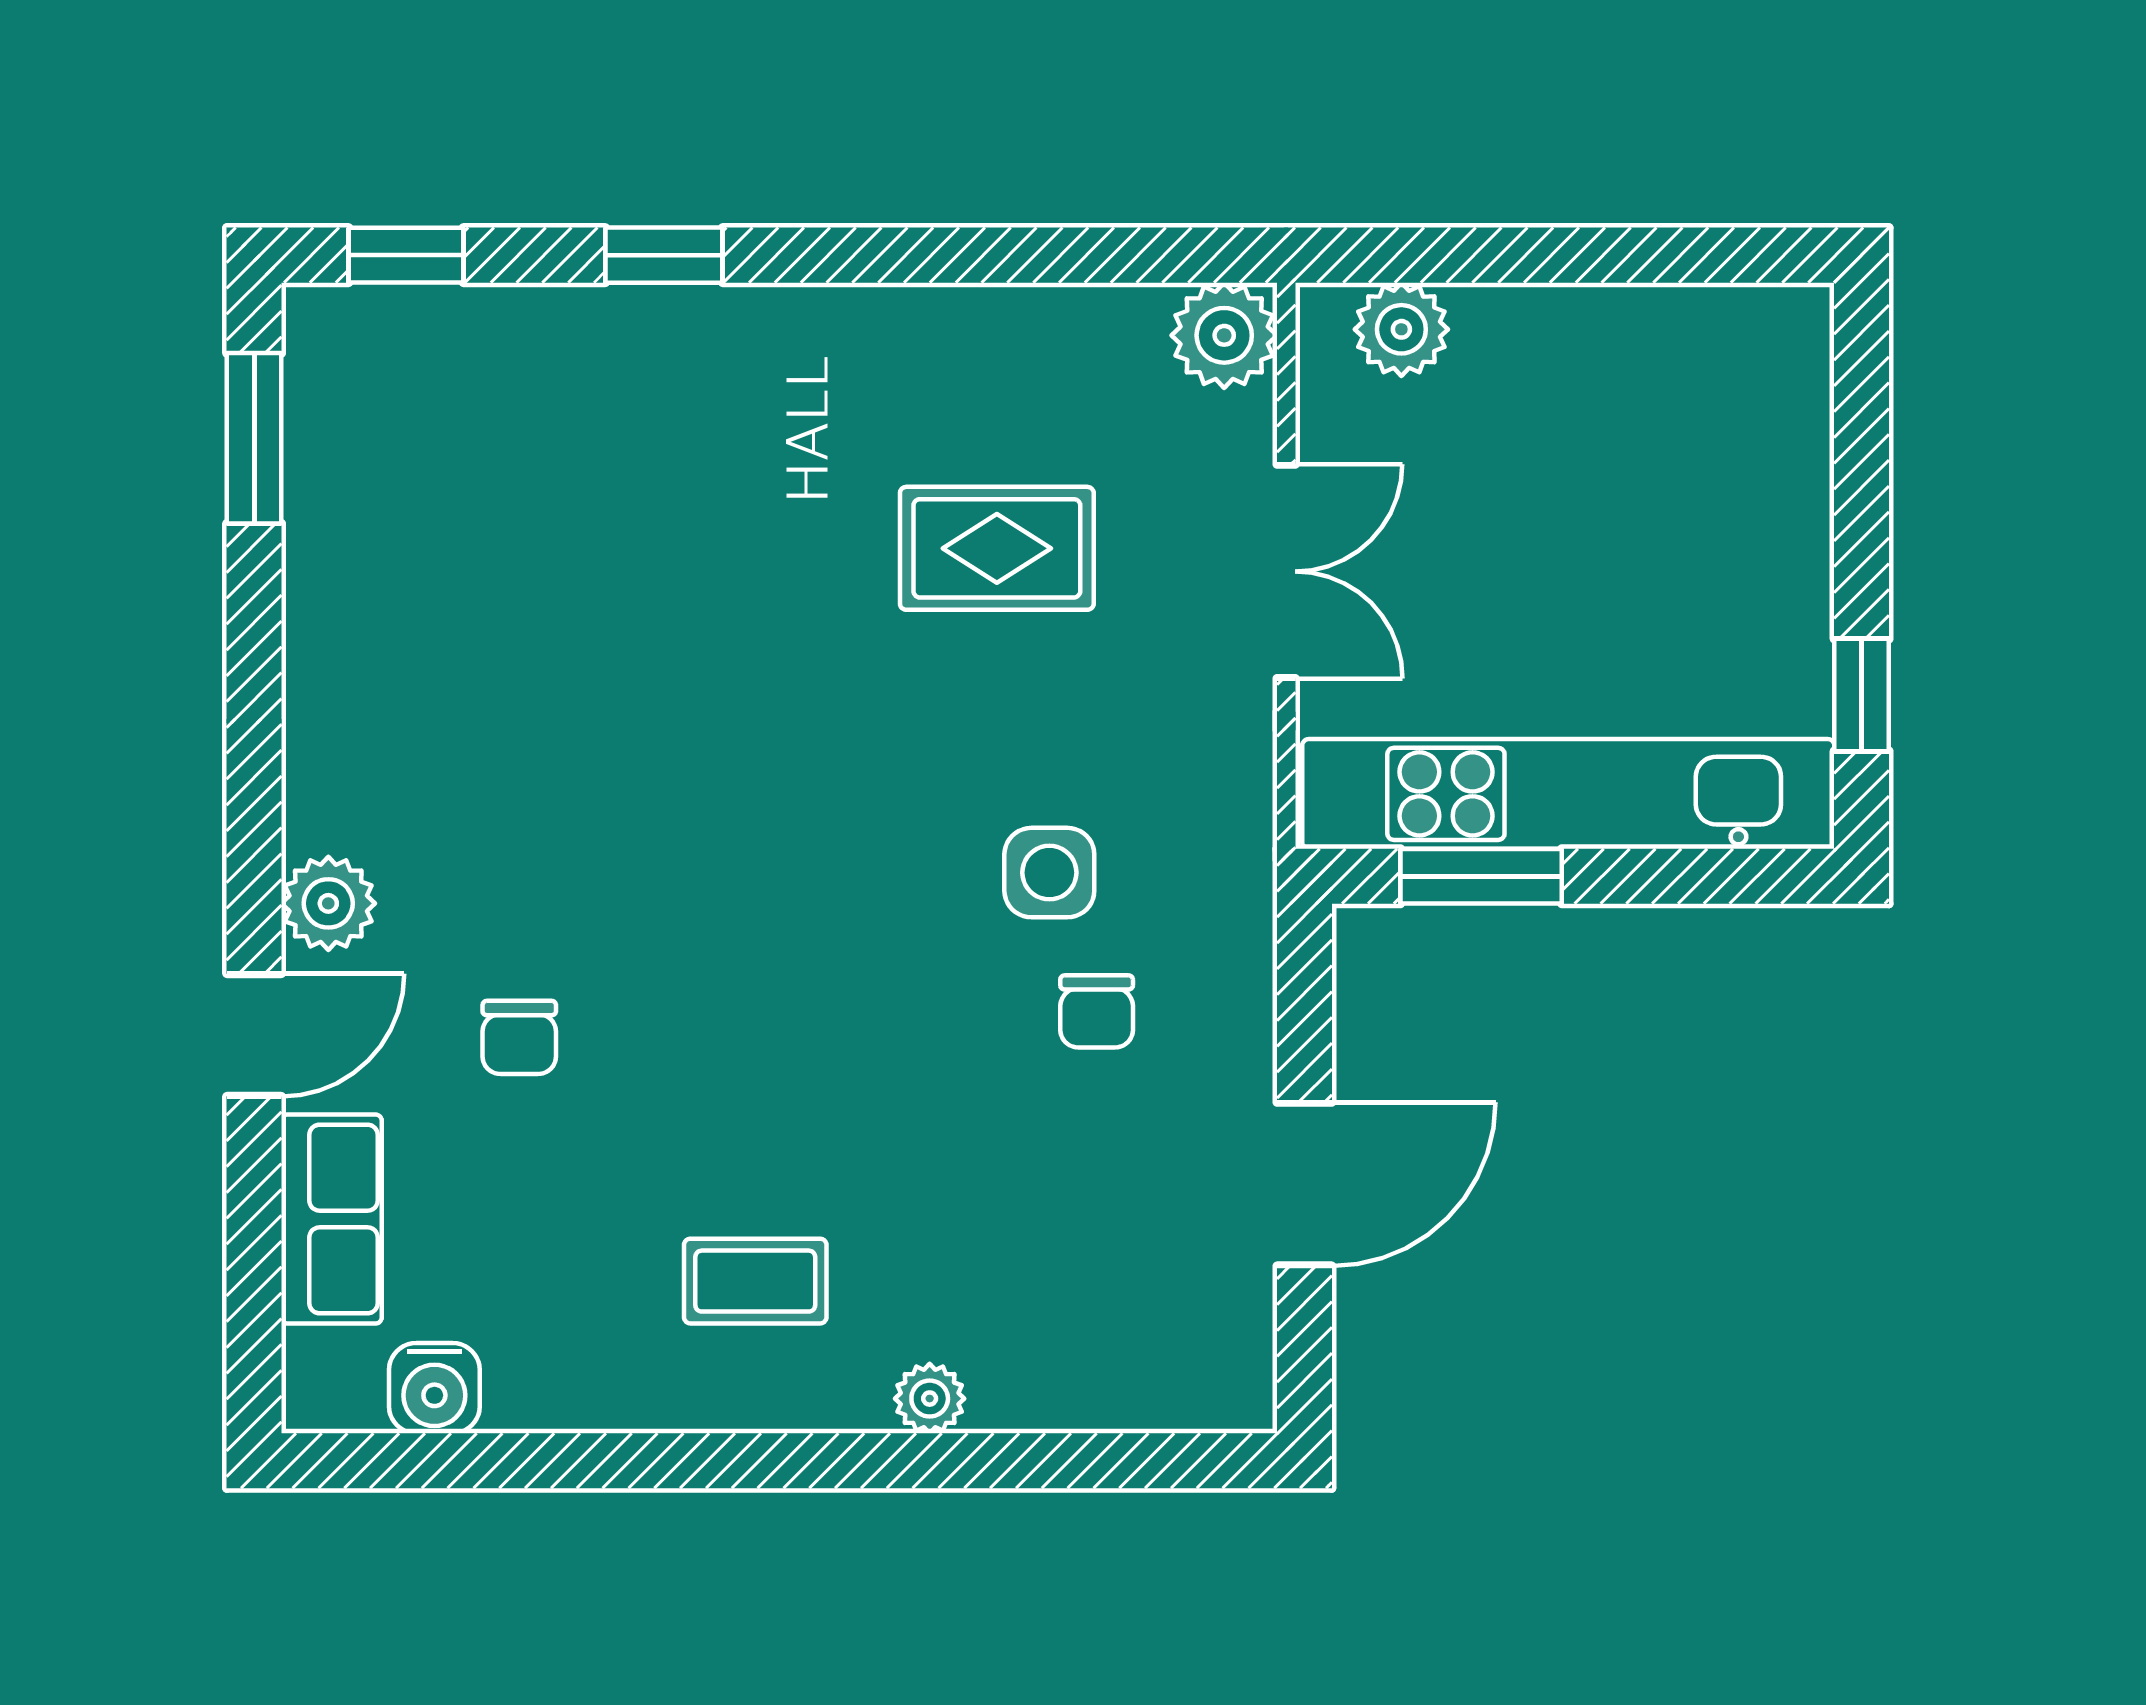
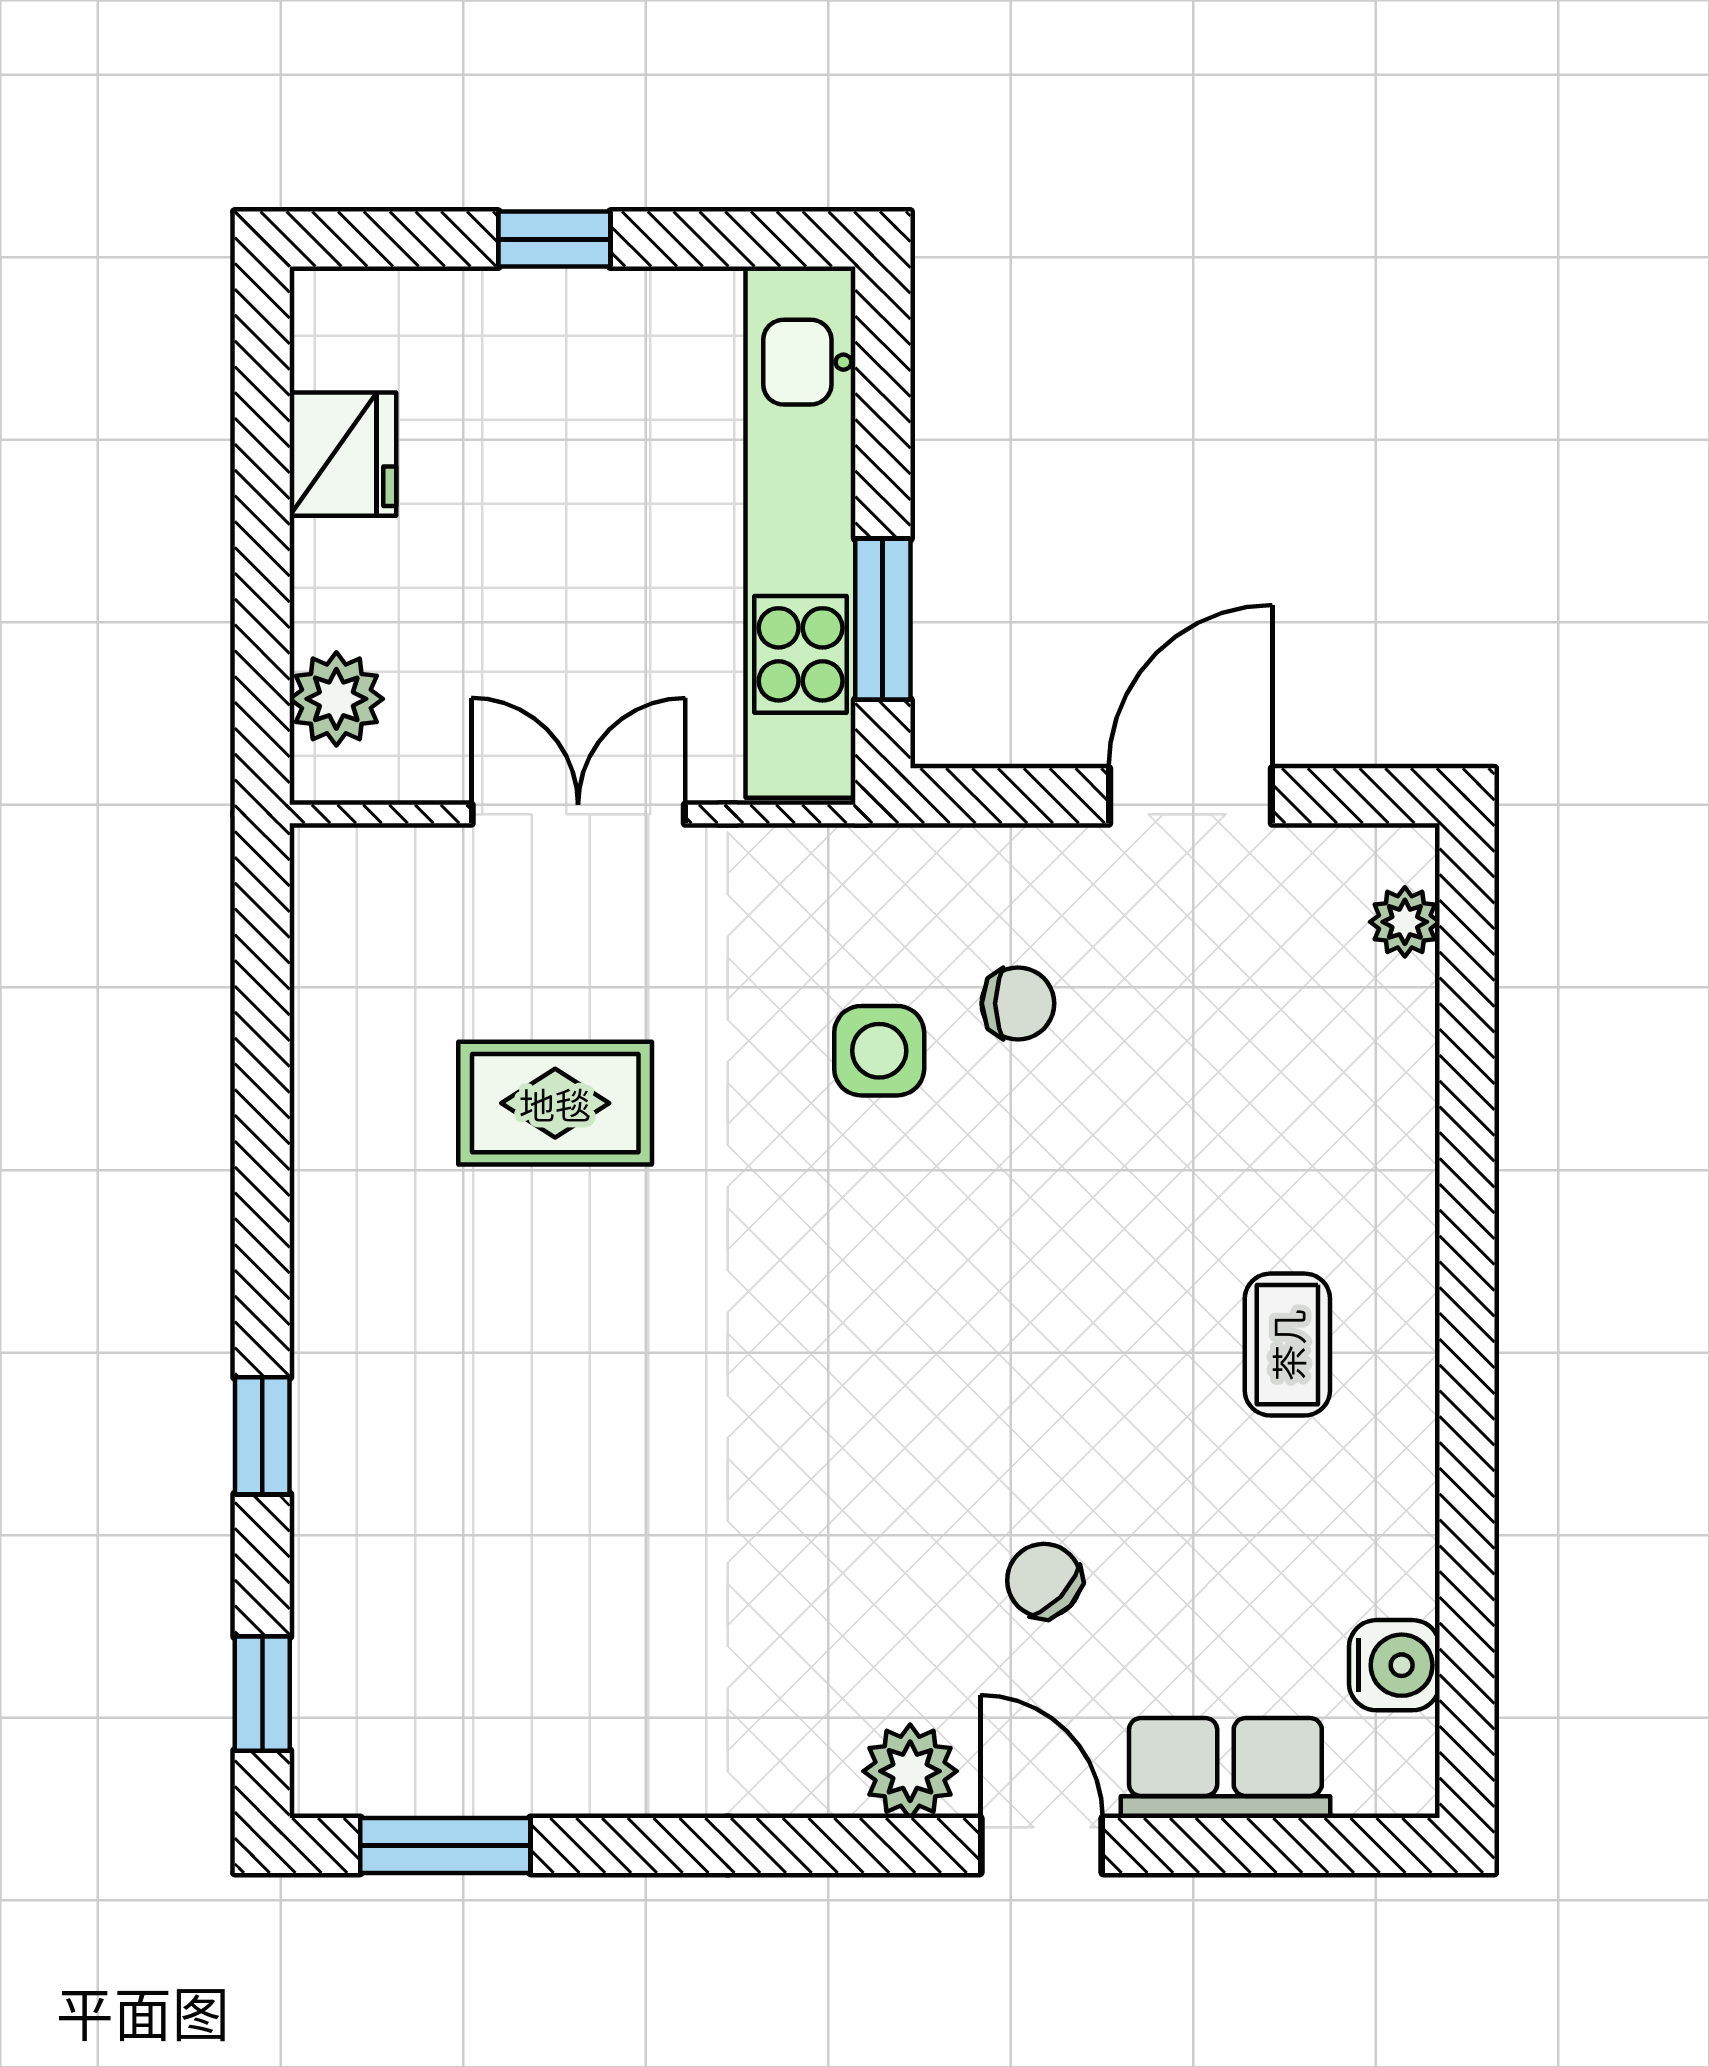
plant: (1224, 335) -> (342, 876), removed
fridge: (1646, 336) -> (343, 454), added
rug: (997, 548) -> (555, 1103), turned 90
window: (1862, 695) -> (554, 239), moved
chair: (519, 1037) -> (1044, 1580), turned -136
door: (1304, 1184) -> (1190, 796), hinge flipped
plant: (930, 1399) -> (1405, 922), moved

